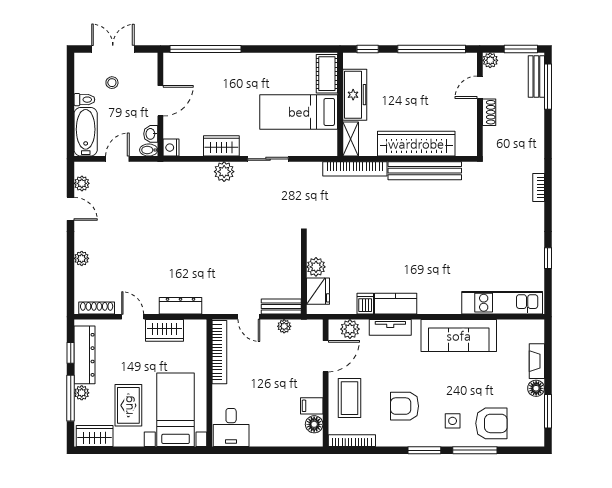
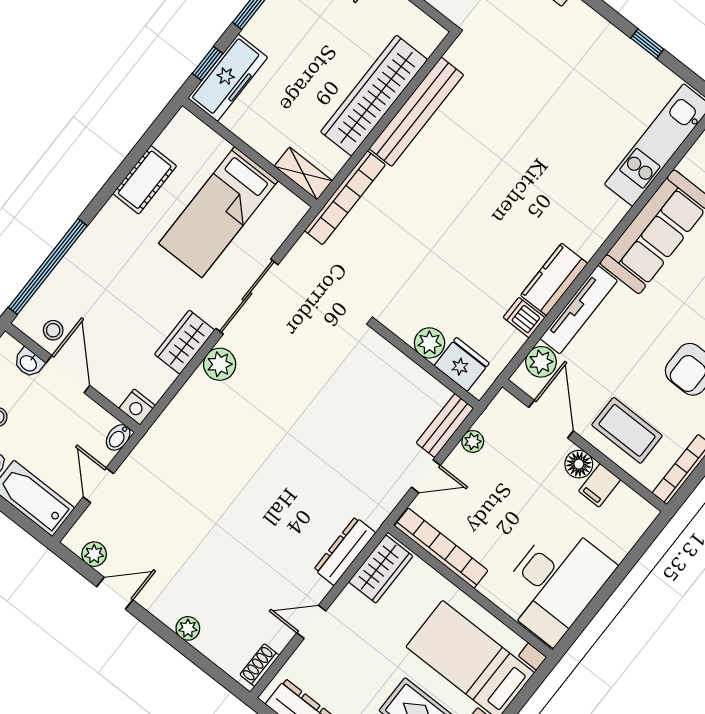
cot: (327, 74) -> (145, 180), moved, turned 90
stool: (176, 76) -> (53, 330), added
freezer: (355, 95) -> (228, 78), moved, turned 90
washbasin: (151, 134) -> (29, 363), moved
sliding door: (268, 159) -> (247, 297), width x1.37
shoe rack: (97, 308) -> (259, 665), width x0.70
tv unit: (390, 327) -> (579, 310), width x1.41
wardrobe: (164, 330) -> (381, 569), moved
floor lamp: (314, 424) -> (579, 464), moved
desk: (231, 427) -> (555, 583), width x1.87, depth x1.30

